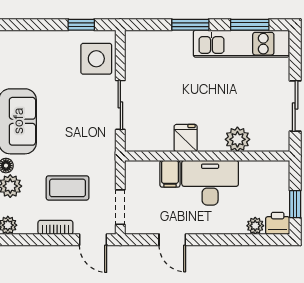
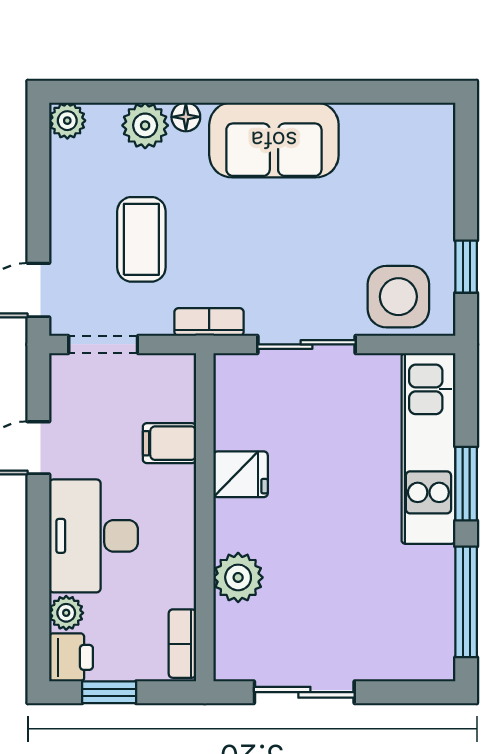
window: (250, 25) -> (466, 602), width x1.44
kitchen unit: (241, 44) -> (428, 449), moved
bookcase: (271, 167) -> (182, 644), added
desk: (210, 183) -> (94, 536), moved, turned 180
bookcase: (55, 227) -> (209, 322), moved, turned -90

